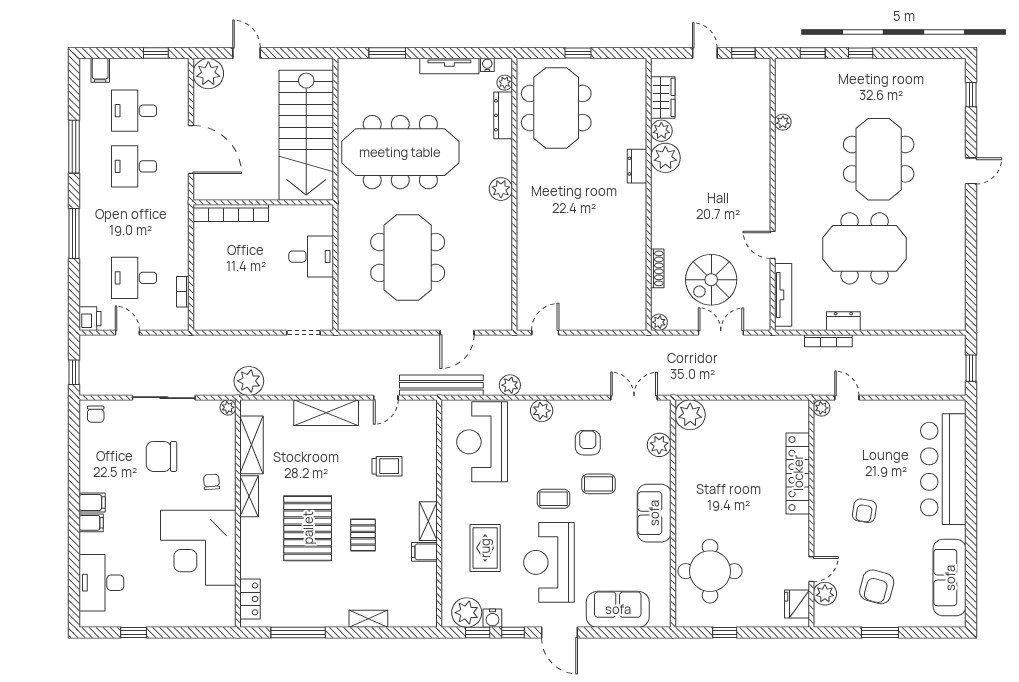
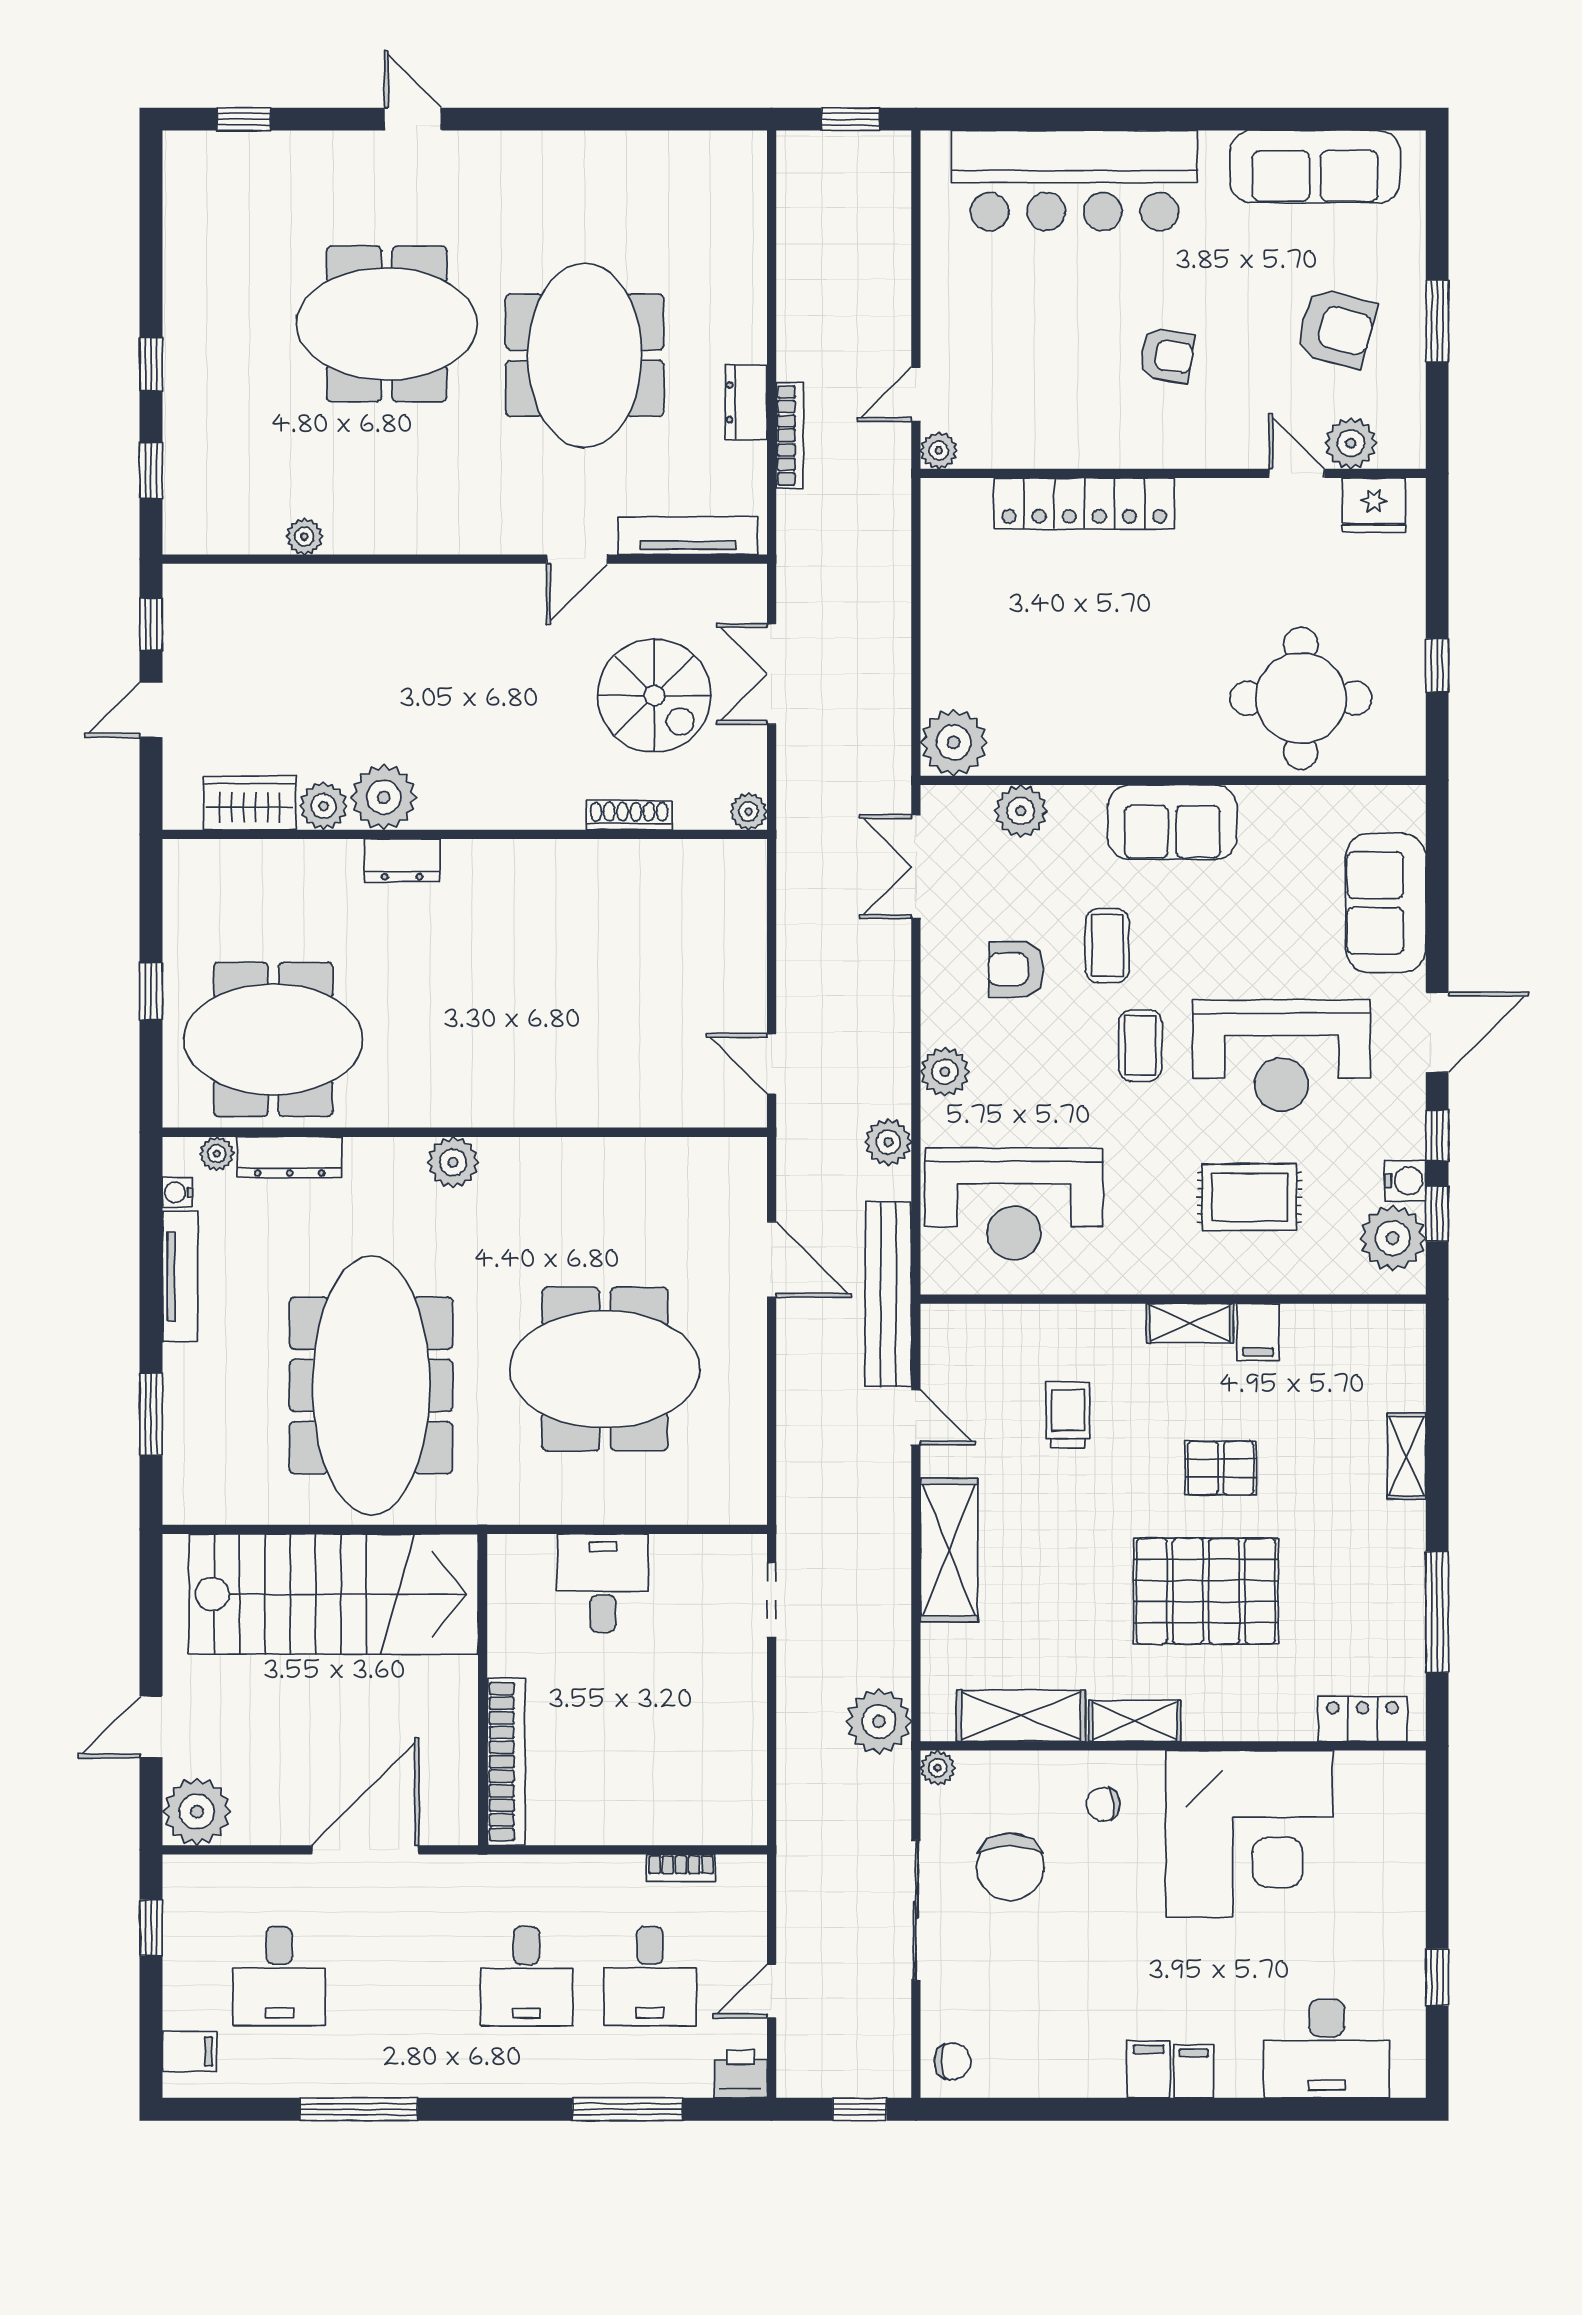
desk: (134, 166) -> (526, 1976), moved
window: (74, 234) -> (628, 2109), moved
chair: (161, 456) -> (1010, 1867), moved

